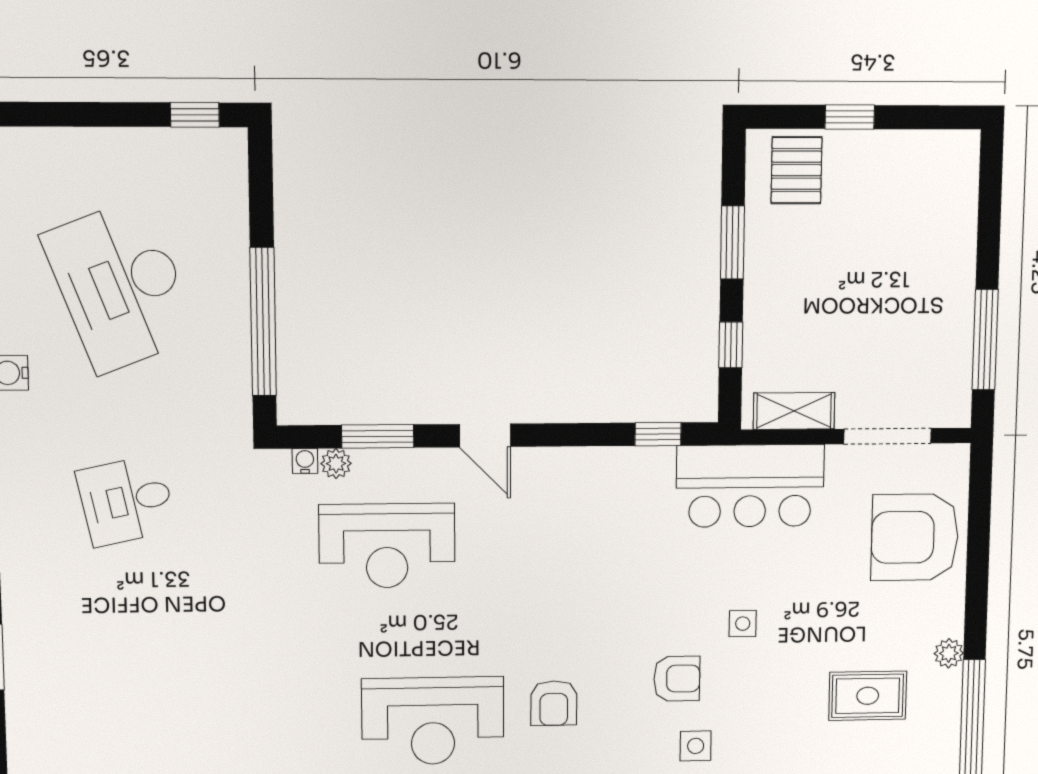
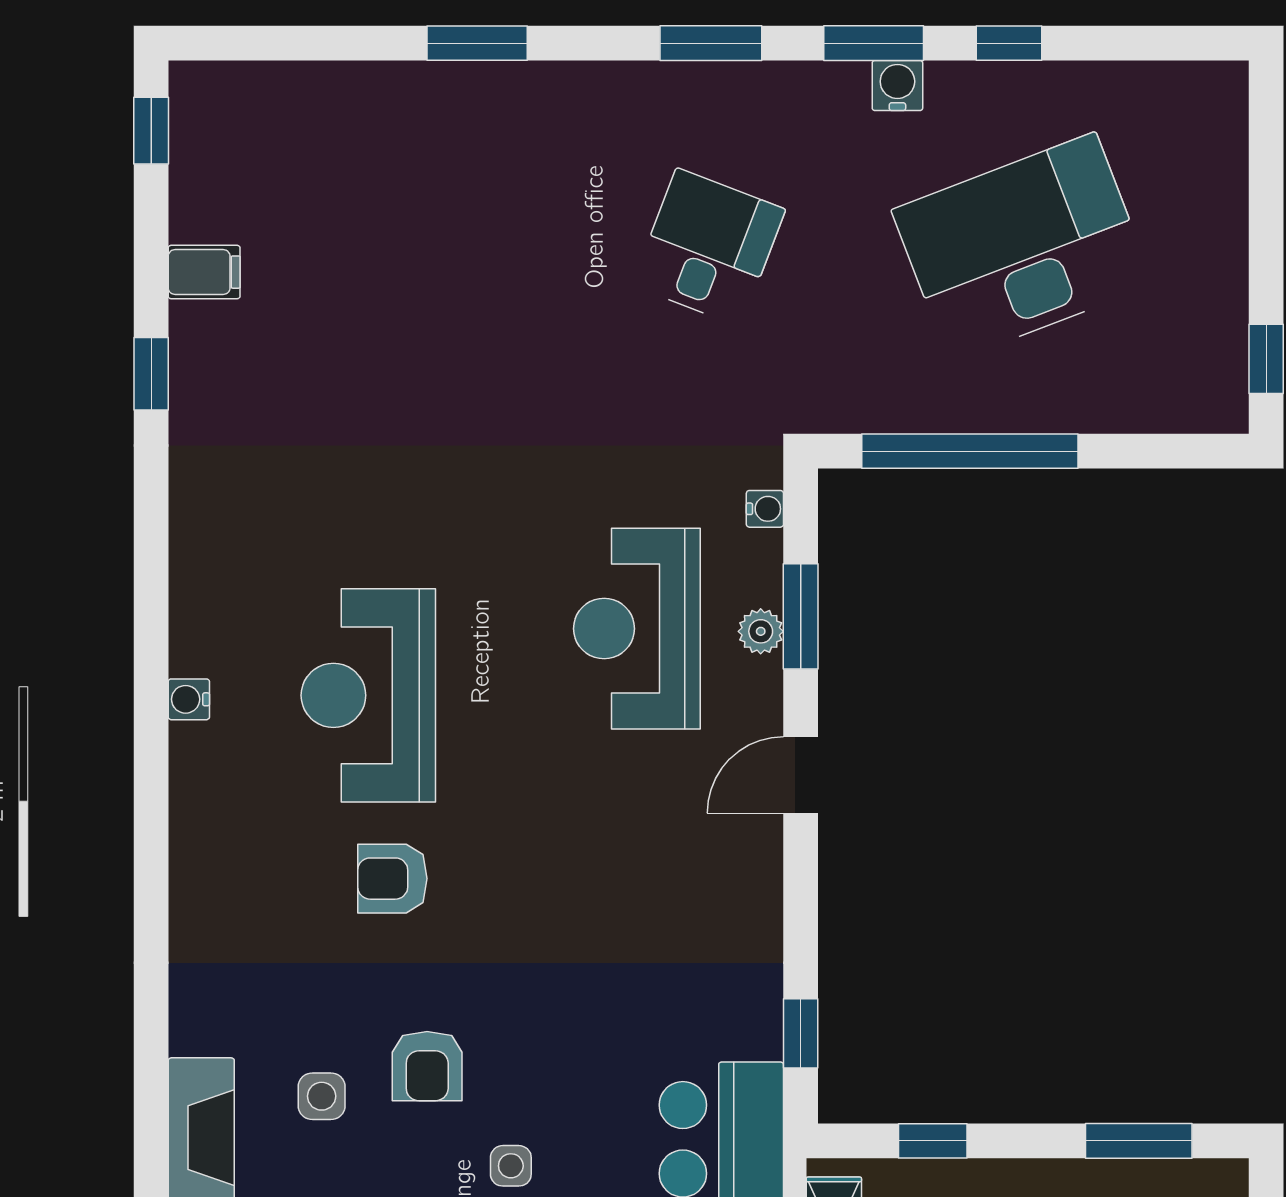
window: (732, 242) -> (1139, 1141), moved
plant: (336, 464) -> (761, 631), moved
desk: (126, 501) -> (709, 247), turned 33

